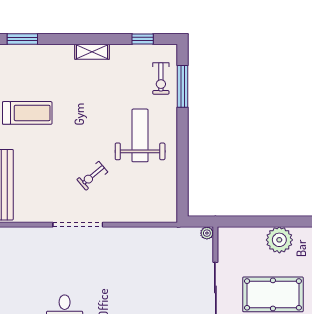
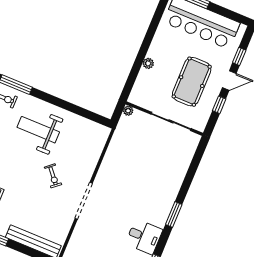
plant: (279, 240) -> (148, 63), width x0.53, depth x0.53

